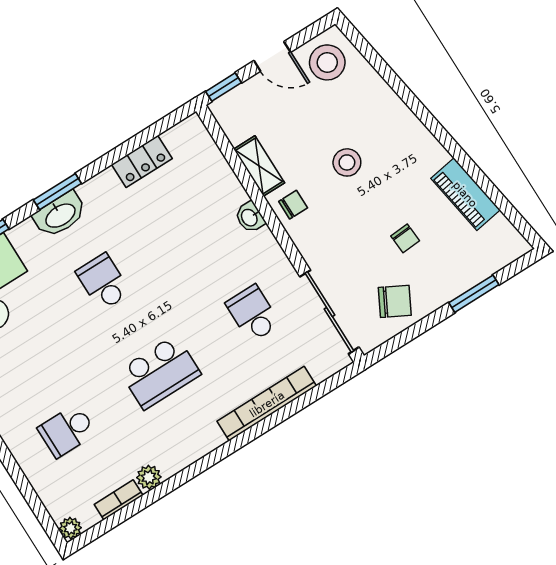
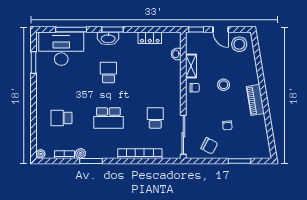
piano: (465, 194) -> (255, 100), moved
washbasin: (250, 217) -> (176, 54), moved
window: (179, 479) -> (91, 161), added

